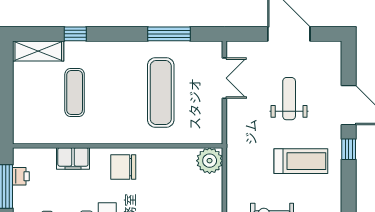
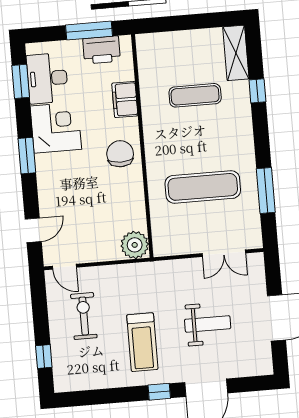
printer: (21, 176) -> (102, 50), width x1.87, depth x1.48

